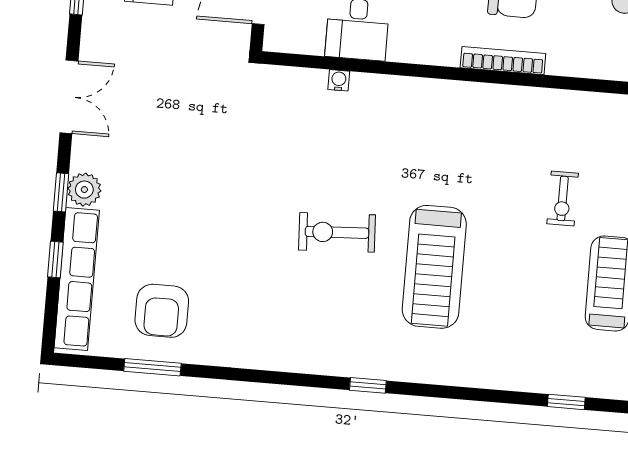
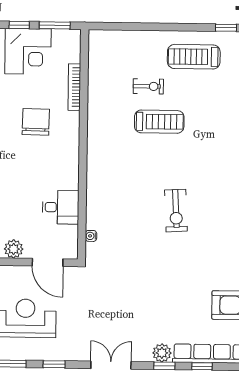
bookcase: (503, 61) -> (74, 87), moved
water cooler: (339, 80) -> (91, 236), moved
treadmill: (434, 267) -> (159, 122), moved, width x0.73, depth x0.73

